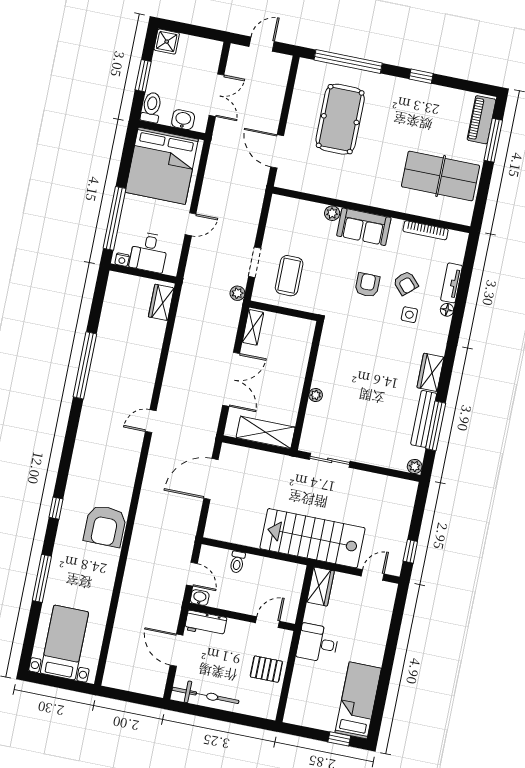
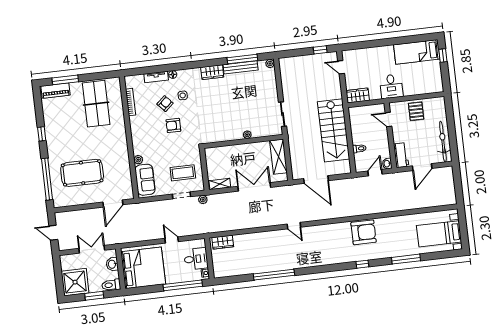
shower: (167, 42) -> (75, 282), width x1.86, depth x1.86
sofa: (364, 227) -> (145, 180), moved
stairs: (312, 538) -> (334, 130), moved

